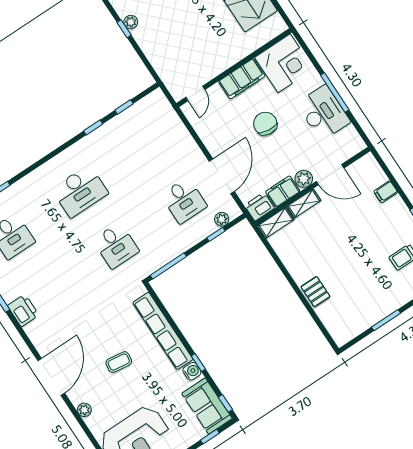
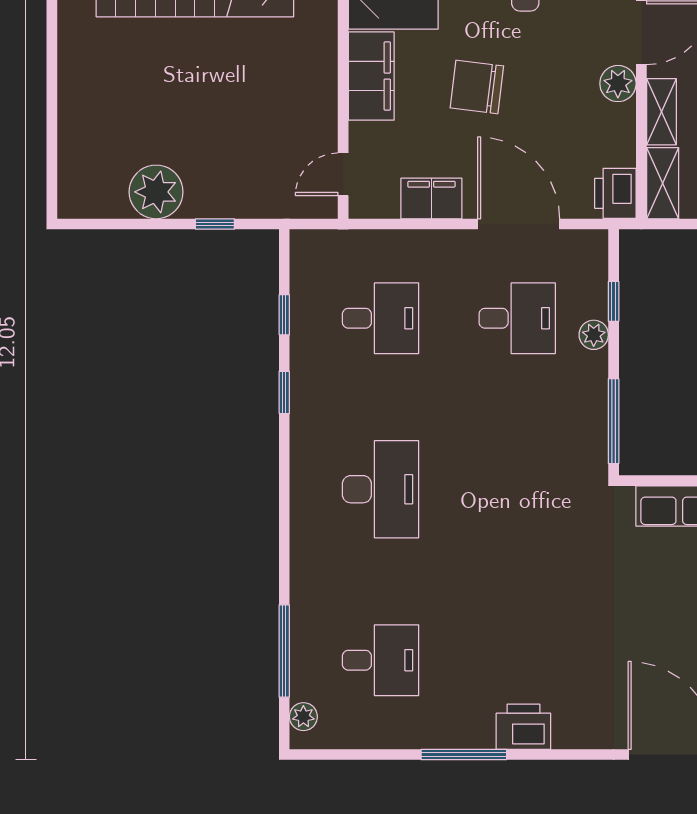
plant: (131, 22) -> (156, 192), width x1.88, depth x1.88
window: (124, 29) -> (215, 224), moved
door: (195, 93) -> (343, 174), swing flipped
filing cabinet: (283, 191) -> (431, 198), moved, turned 90
plant: (222, 219) -> (594, 335), moved
desk: (116, 246) -> (381, 318), moved

